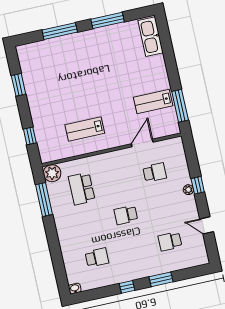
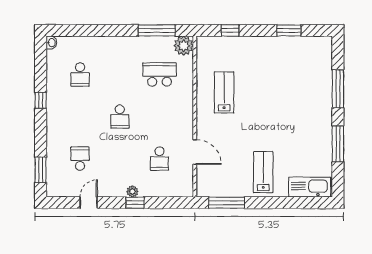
lab bench: (153, 102) -> (263, 172), moved
school desk: (126, 215) -> (120, 117), turned 180
window: (161, 279) -> (41, 170), moved

